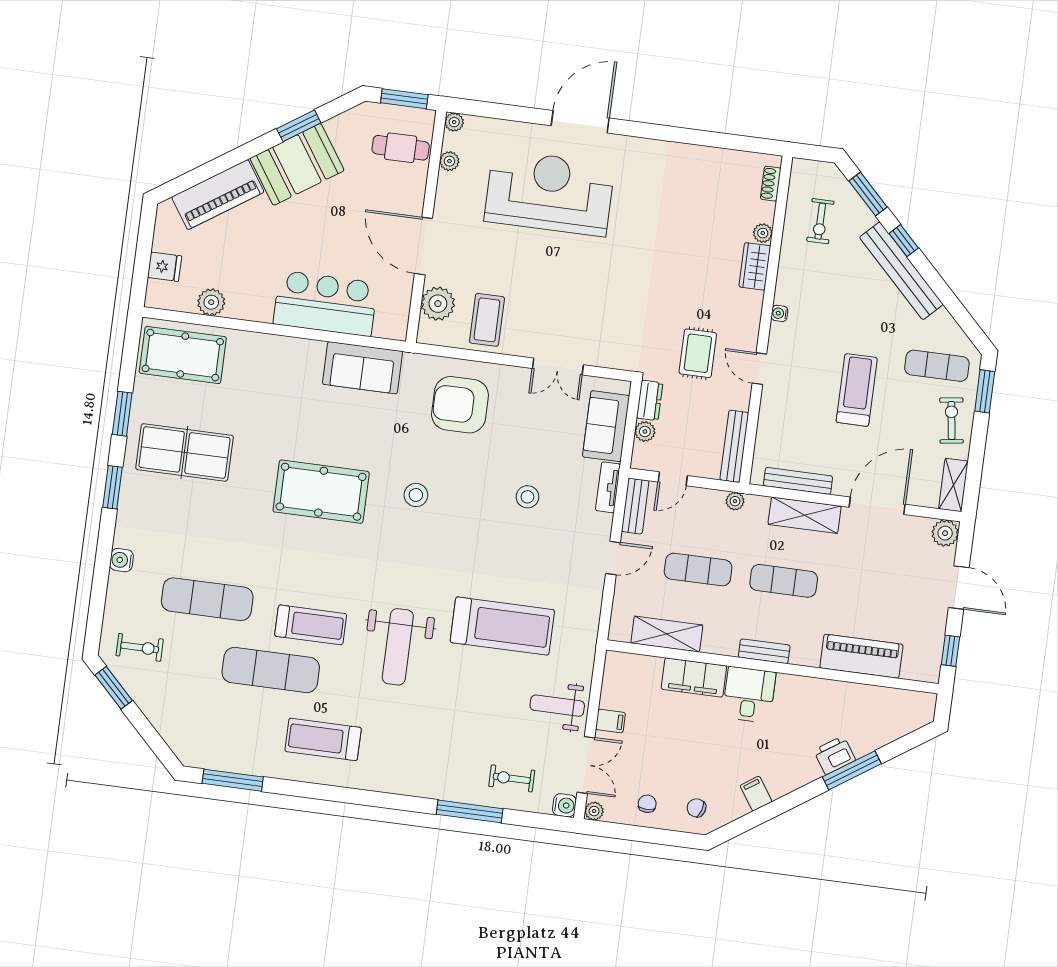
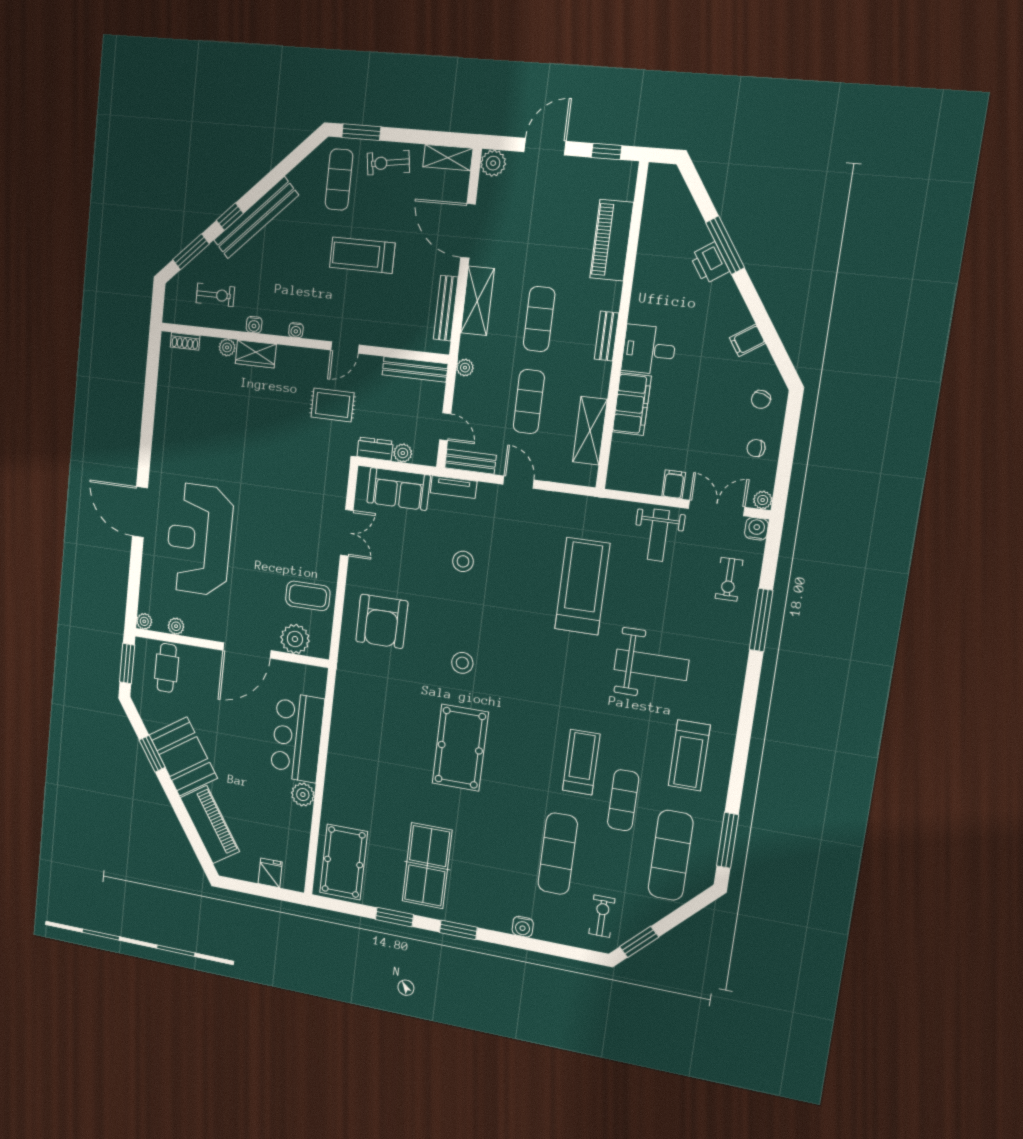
water cooler: (787, 265) -> (254, 325), added
plant: (211, 302) -> (303, 795), moved
sofa: (362, 368) -> (351, 707), removed
weight bench: (398, 647) -> (651, 665), moved
exercise mat: (271, 670) -> (623, 800), width x0.73, depth x0.69
exercise mat: (213, 721) -> (671, 855), added

